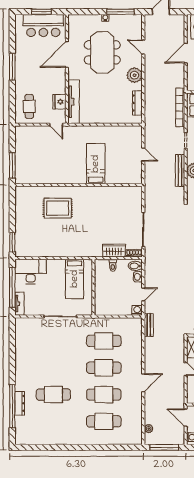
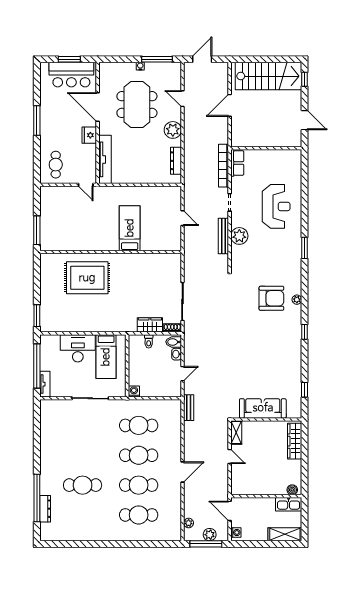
door: (67, 55) -> (98, 107), hinge flipped
fridge: (59, 102) -> (89, 135), moved
rug: (58, 208) -> (87, 278), width x1.37, depth x1.44
desk: (31, 272) -> (78, 348), moved
washing machine: (137, 310) -> (134, 391), moved
dresser: (20, 403) -> (45, 509), moved
plant: (168, 439) -> (210, 535), added

